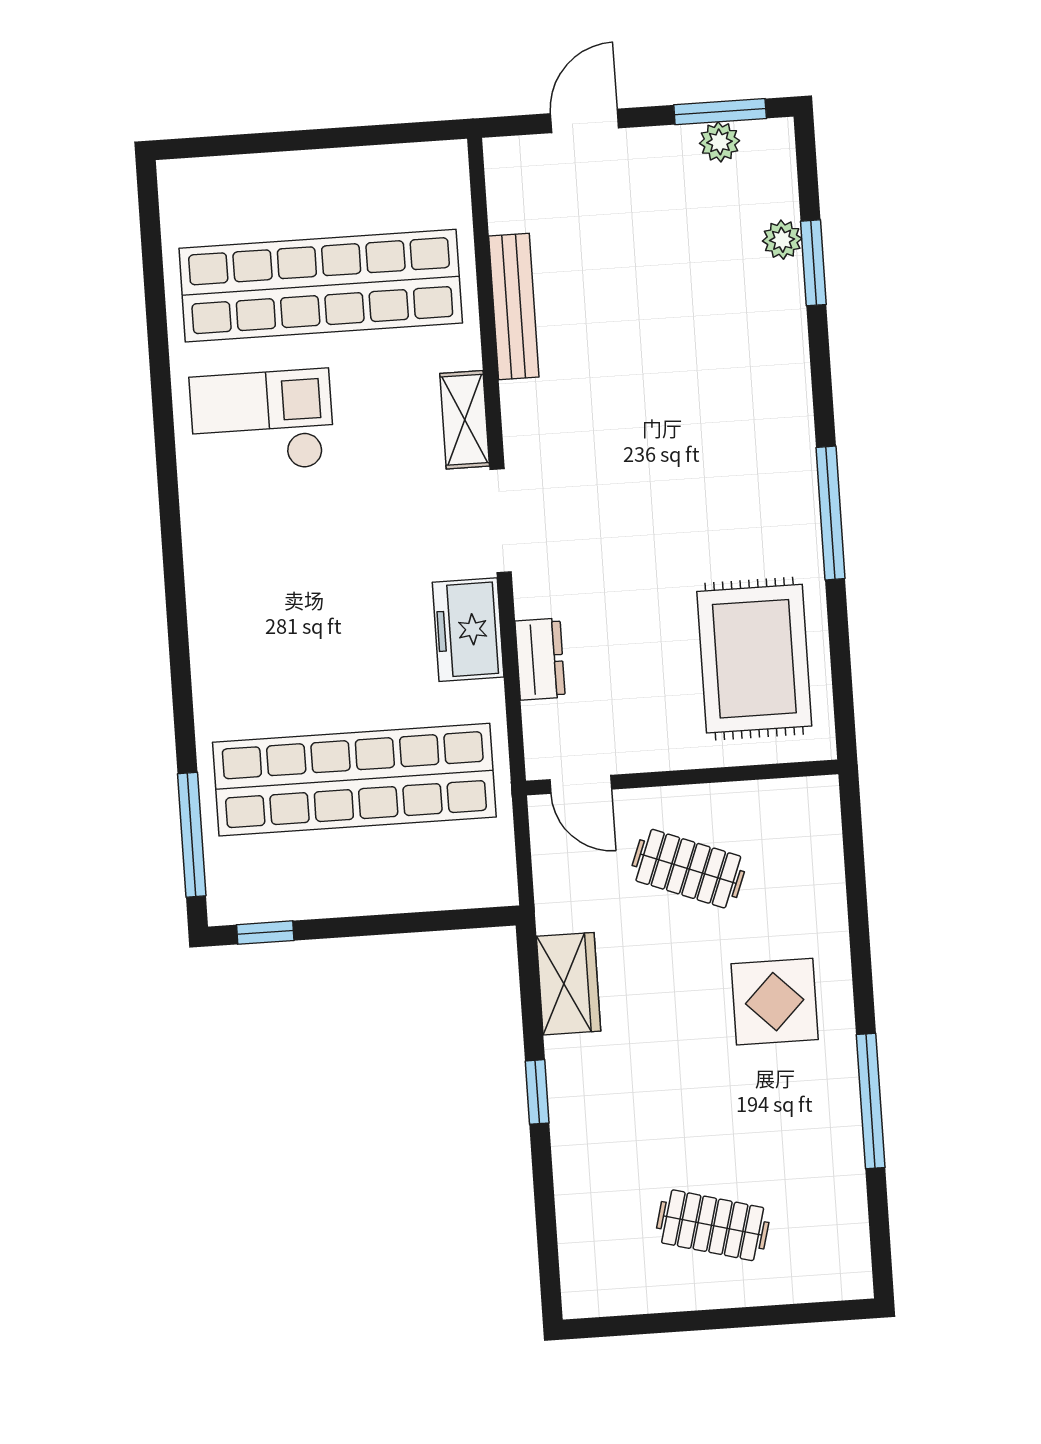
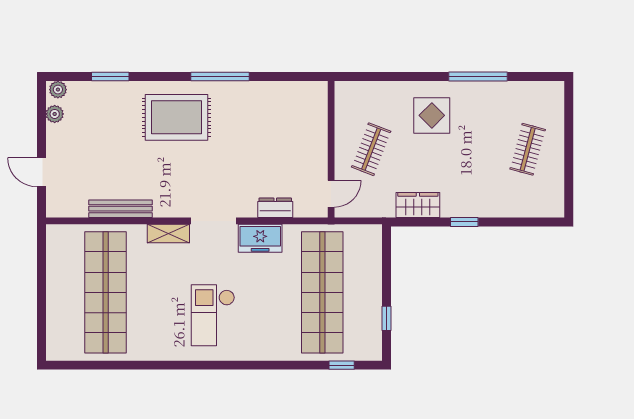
window: (720, 112) -> (41, 113), removed
plant: (782, 240) -> (58, 90), moved
checkout: (262, 422) -> (213, 315), moved
rug: (754, 659) -> (177, 117), moved
window: (192, 835) -> (342, 365), width x0.46
window: (265, 933) -> (386, 318), moved

